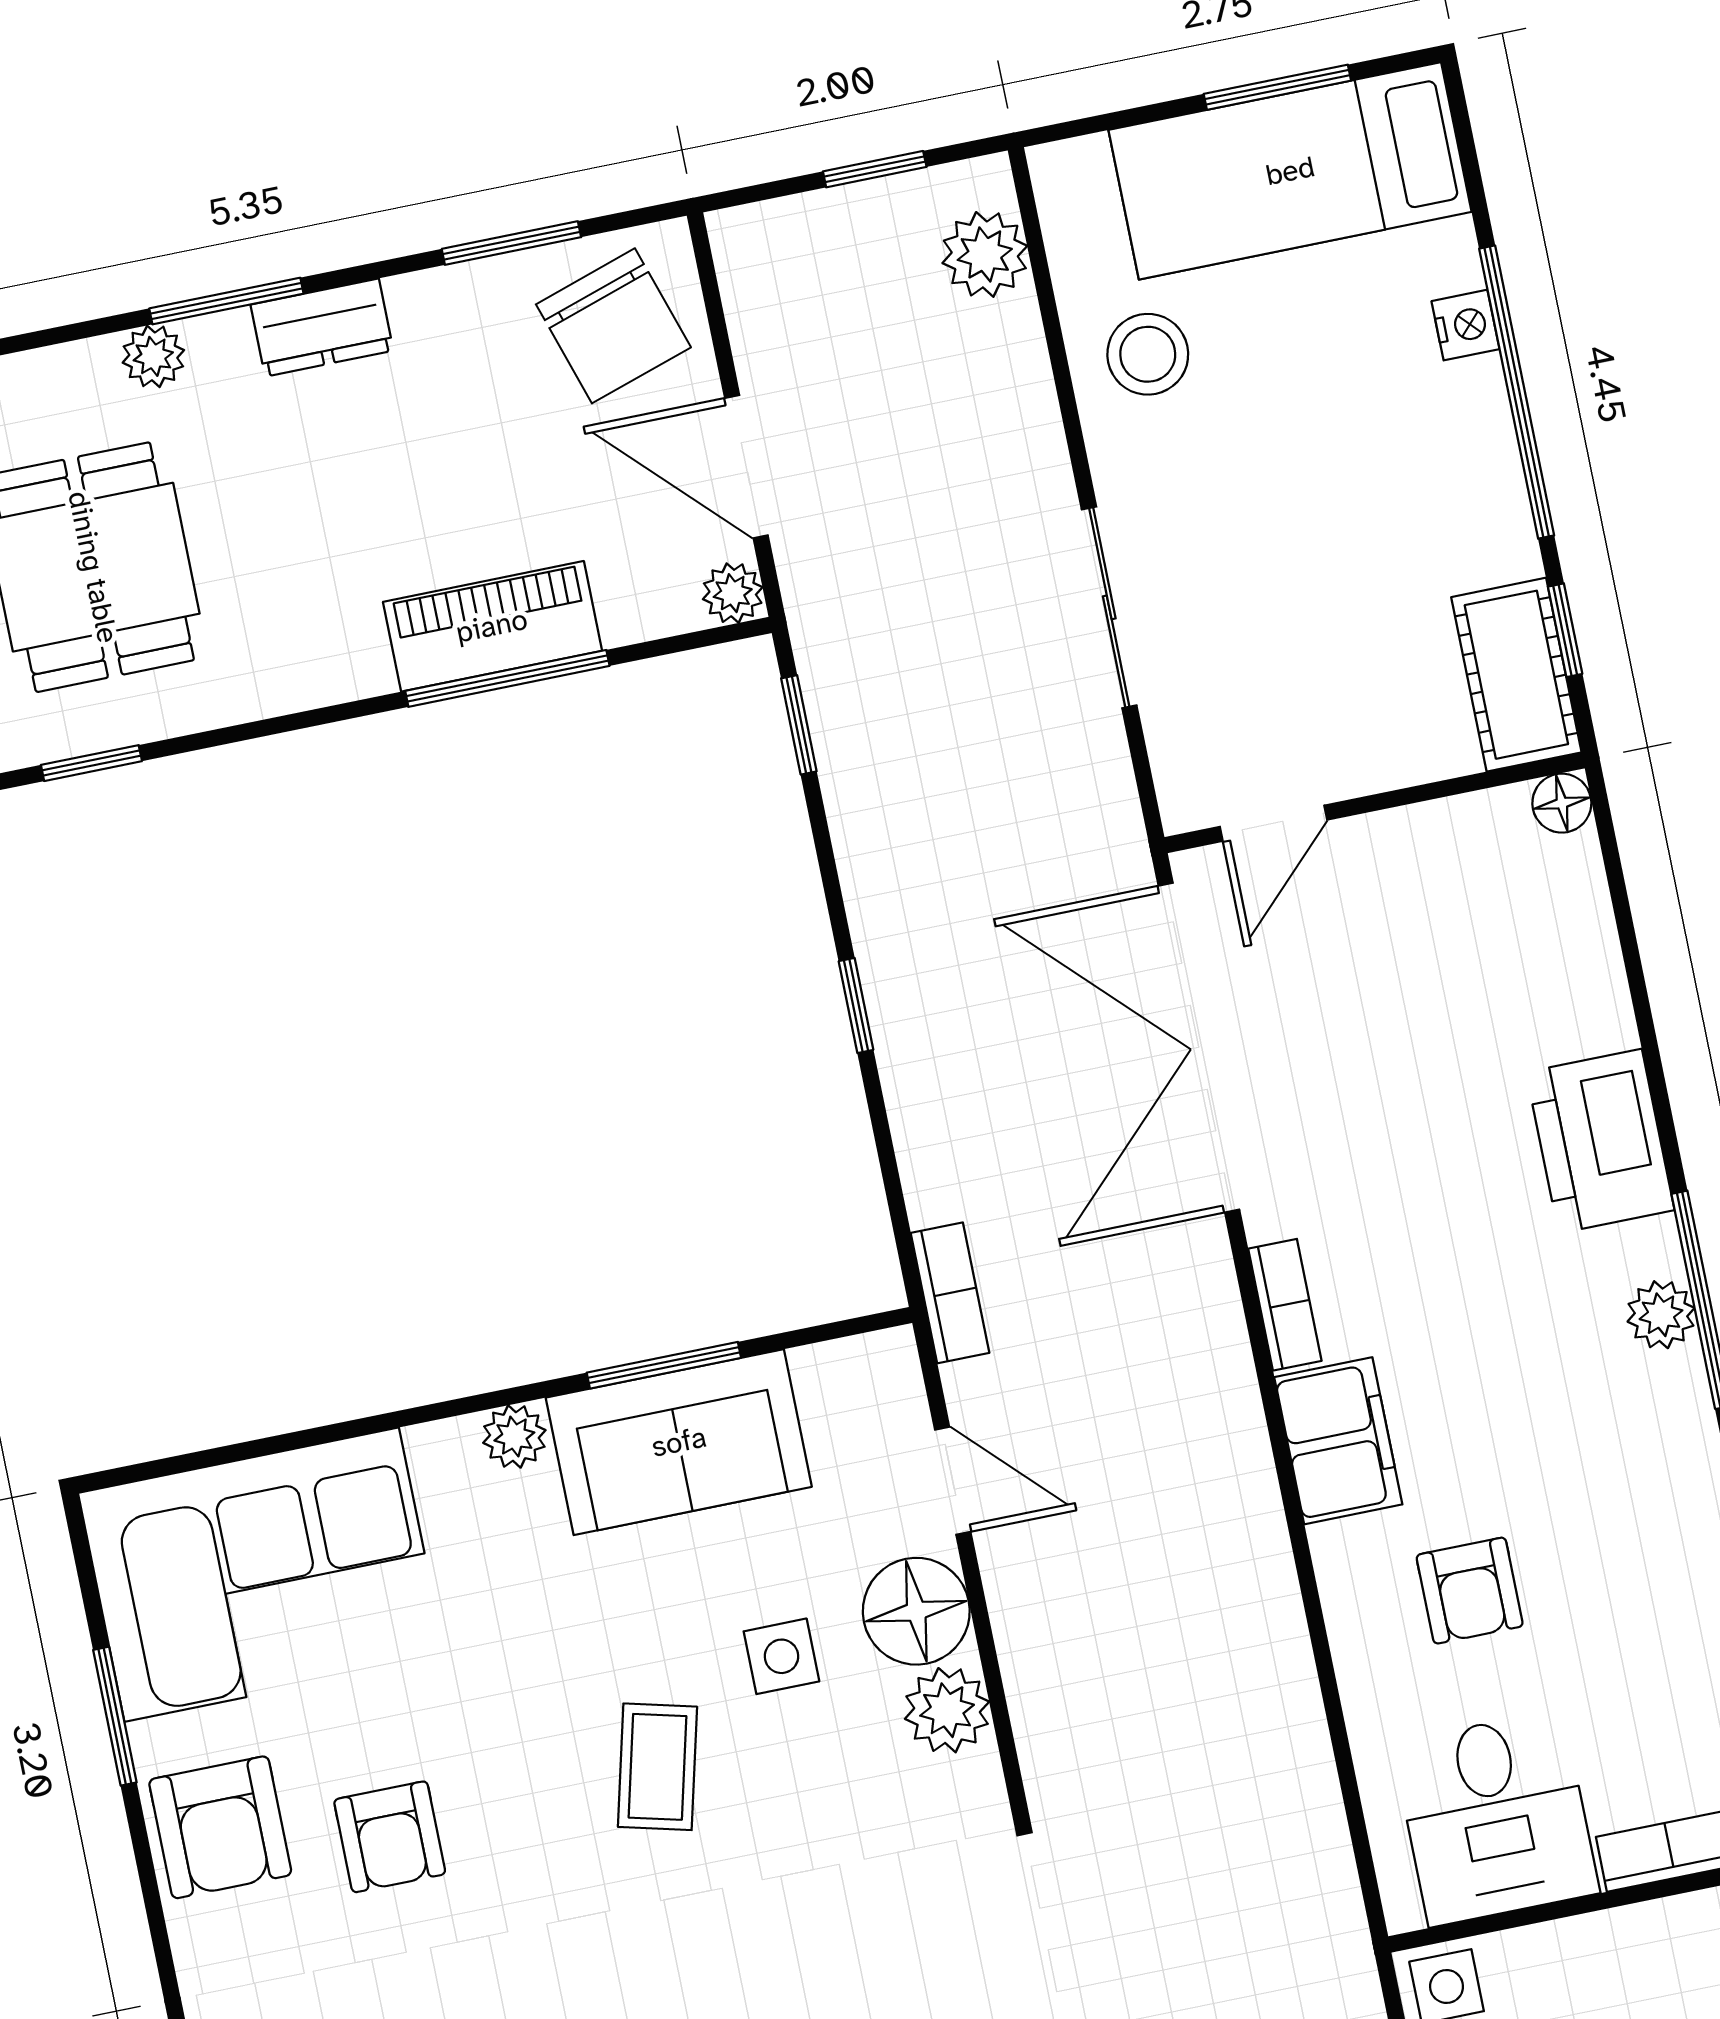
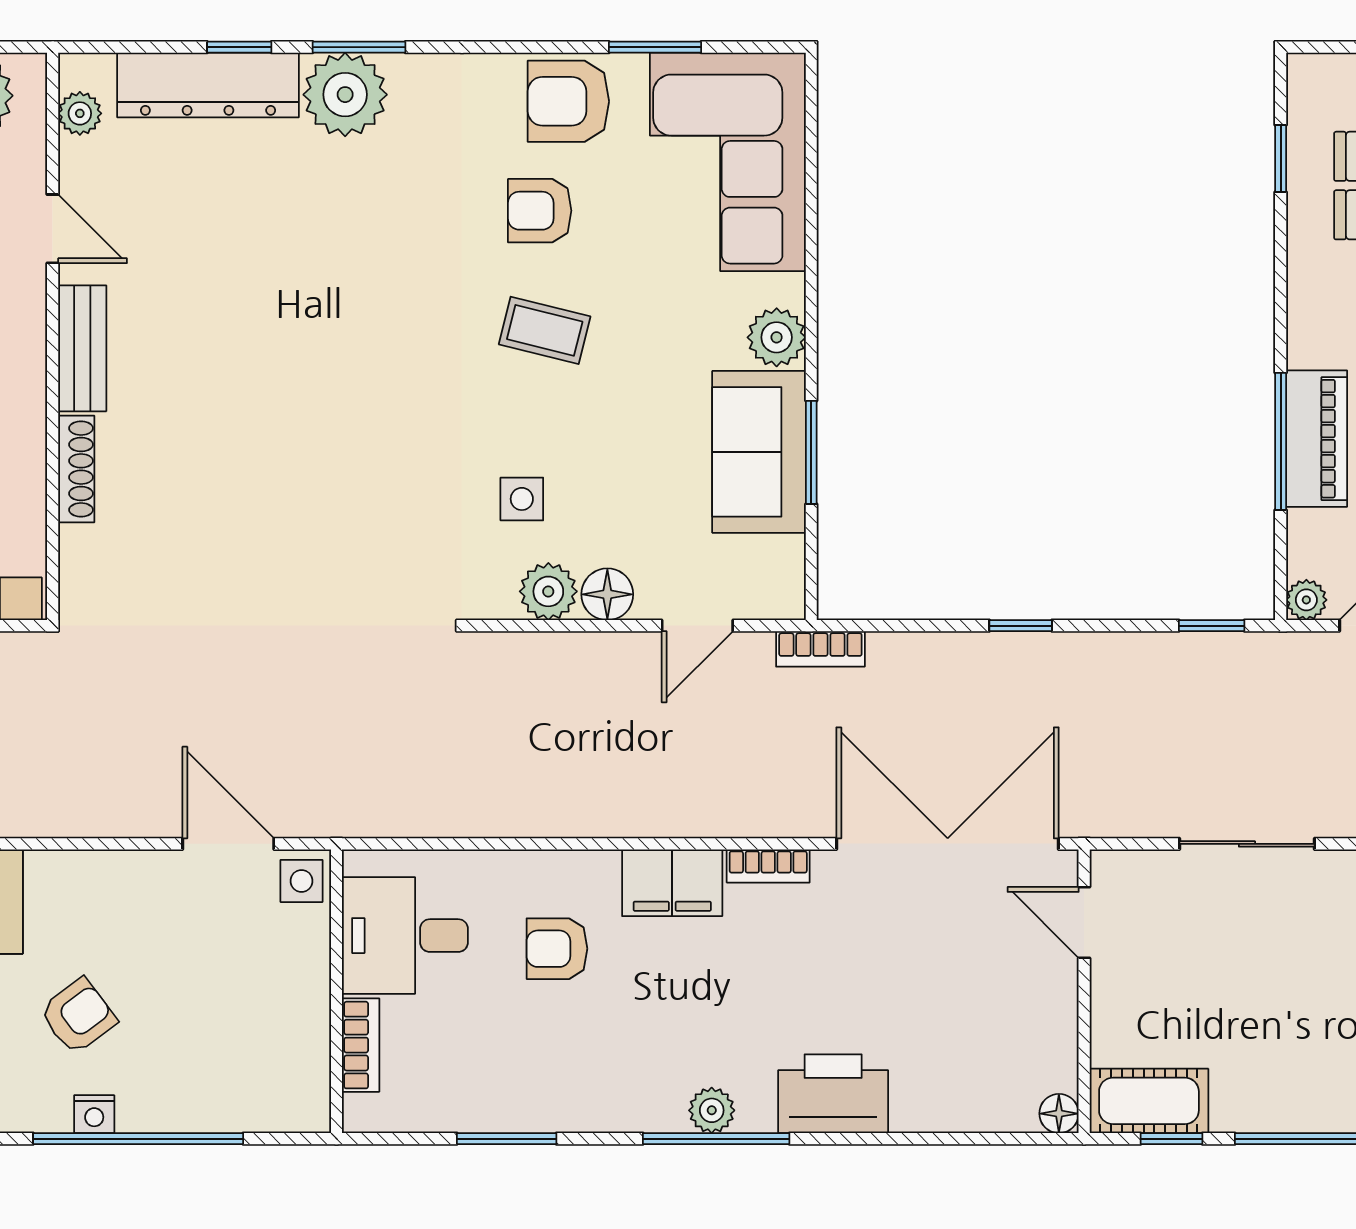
plant: (514, 1437) -> (777, 337), width x1.38, depth x1.38
floor lamp: (916, 1611) -> (607, 594), width x0.73, depth x0.73
side table: (781, 1656) -> (522, 499), moved
coffee table: (658, 1767) -> (545, 330), moved

